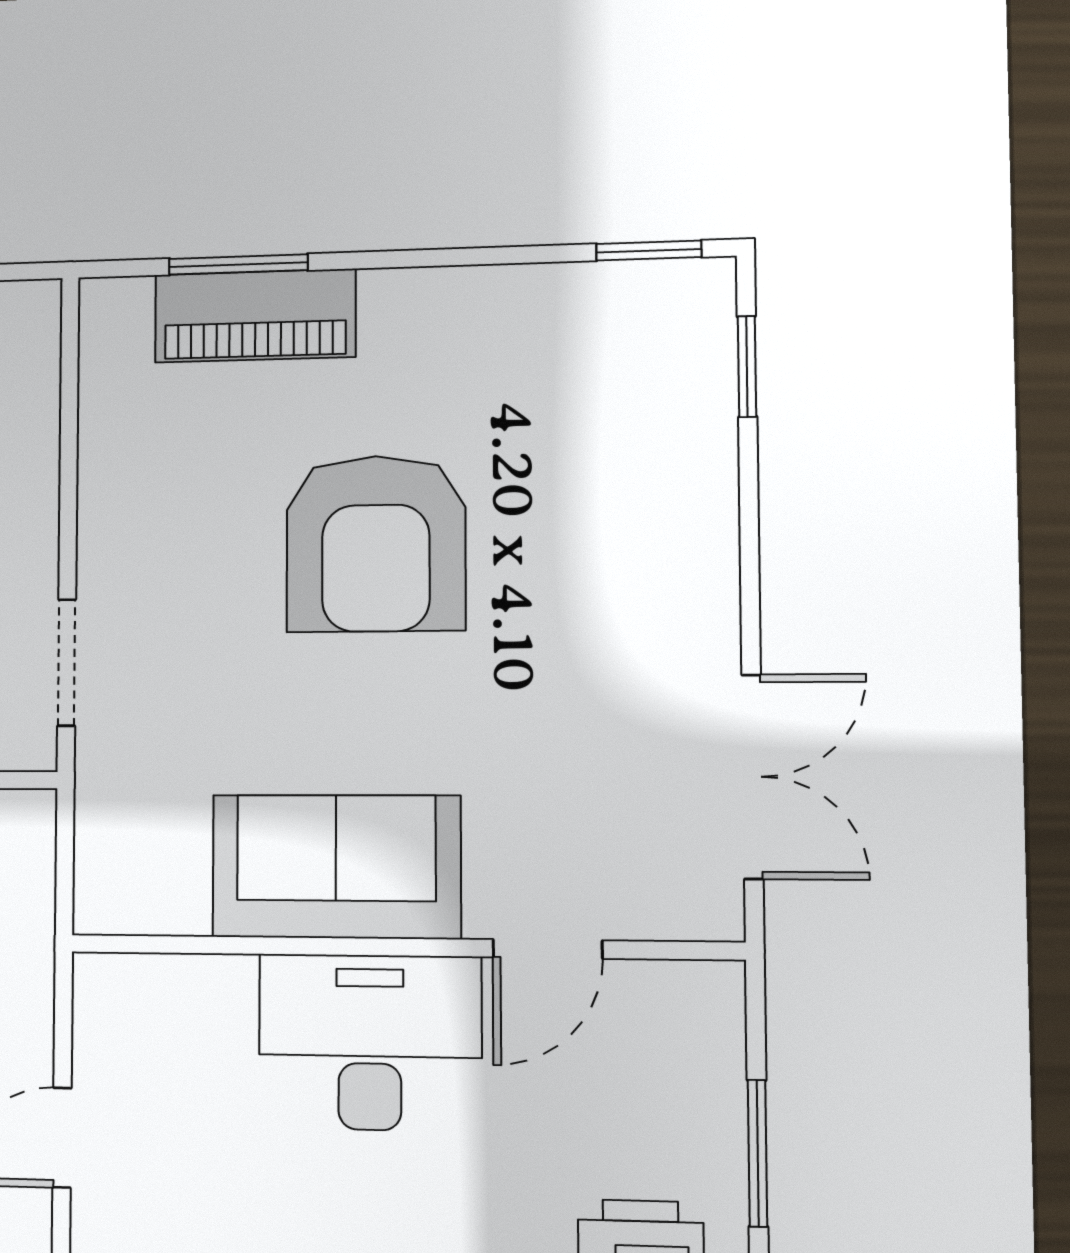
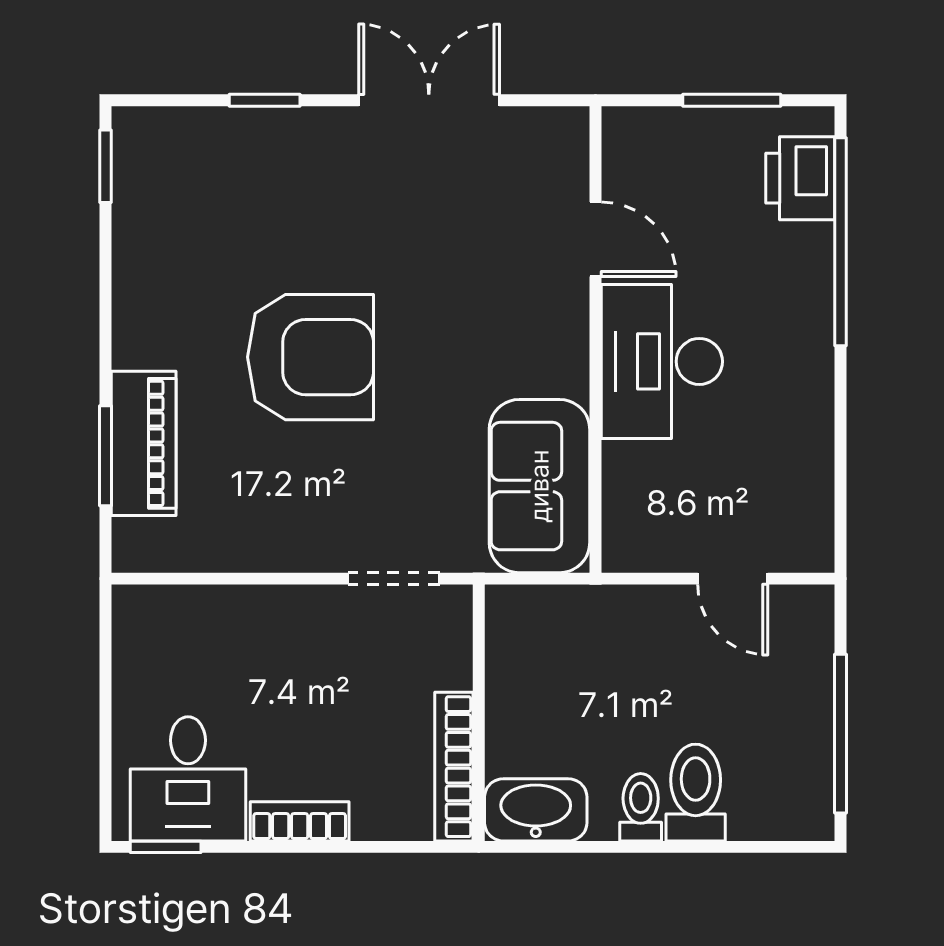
window: (747, 367) -> (265, 100), moved
double door: (752, 777) -> (429, 100), moved
sofa: (336, 867) -> (539, 486), moved

